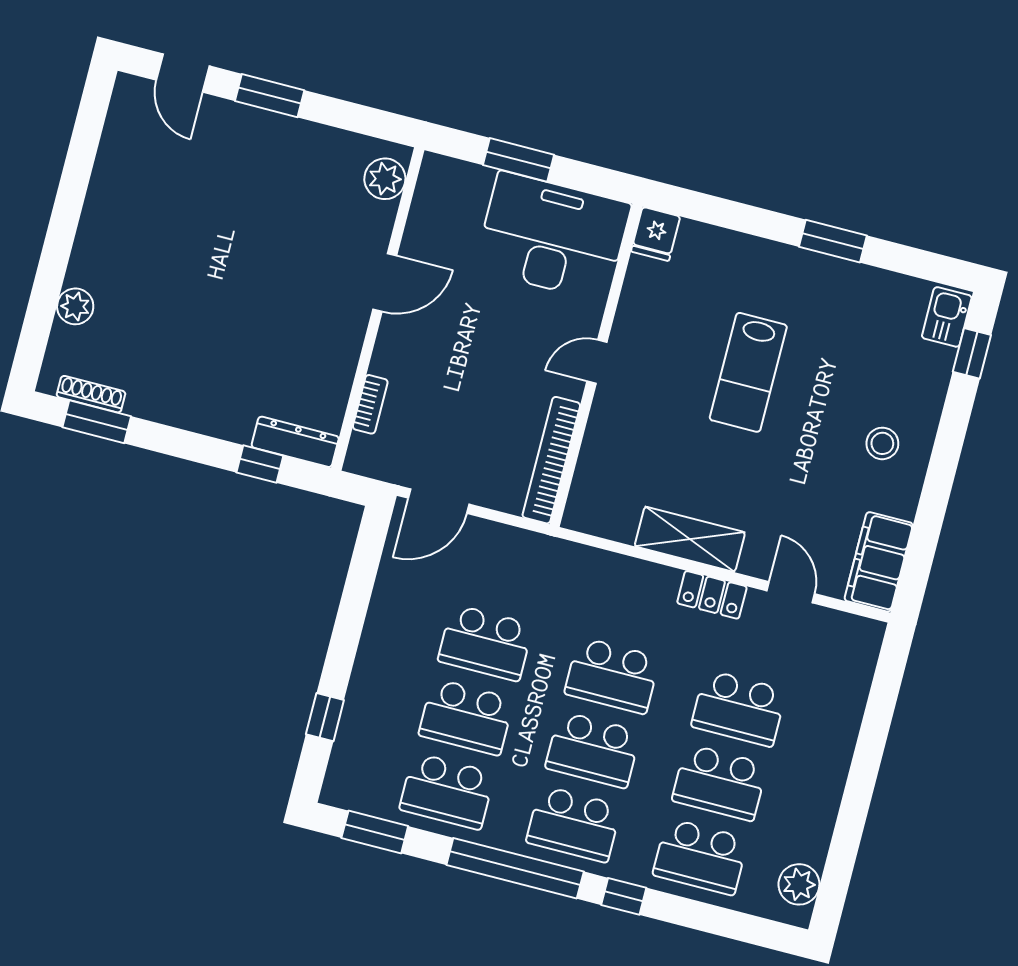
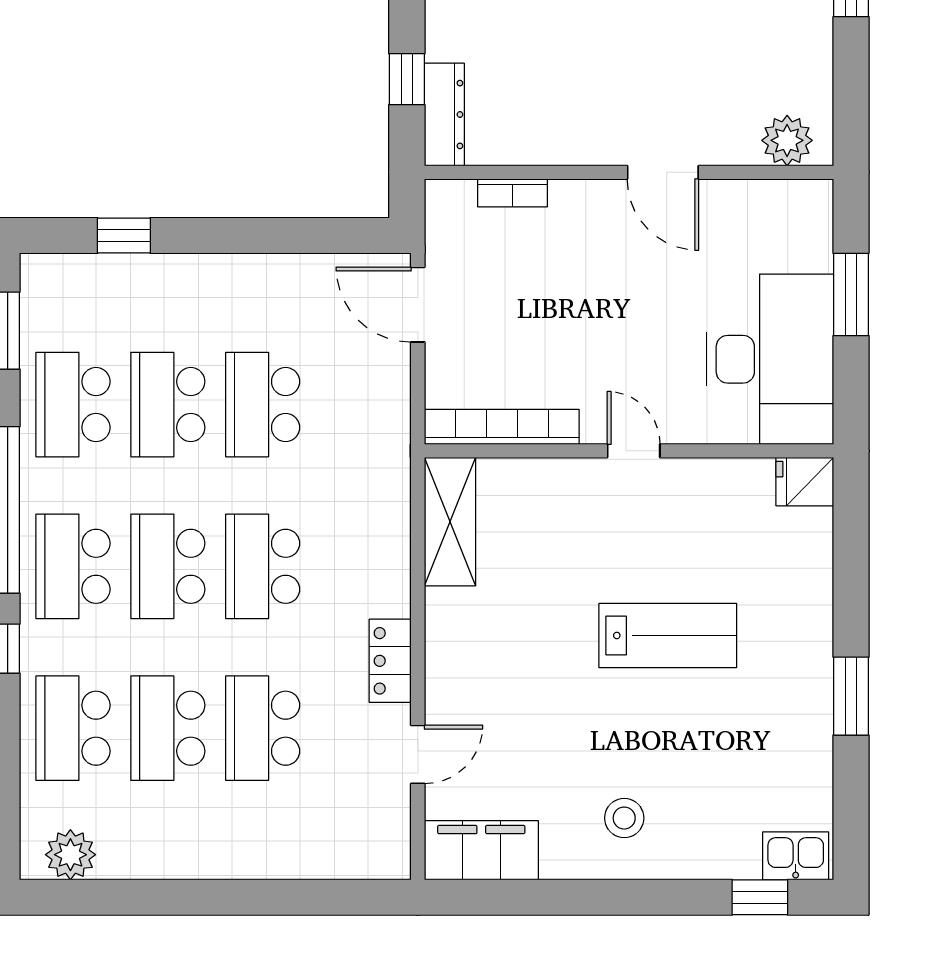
lab bench: (748, 372) -> (668, 635), turned 180
shelving: (690, 539) -> (450, 522), moved

